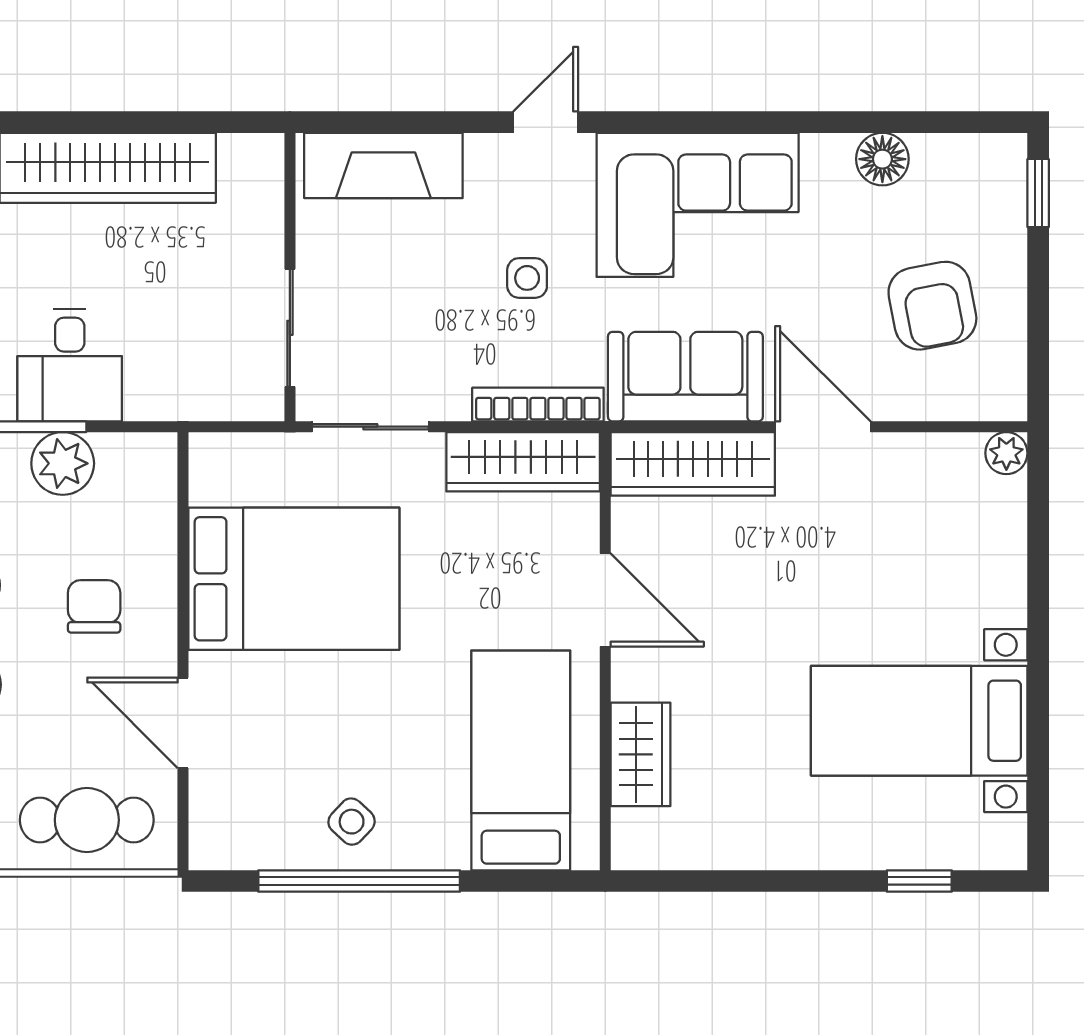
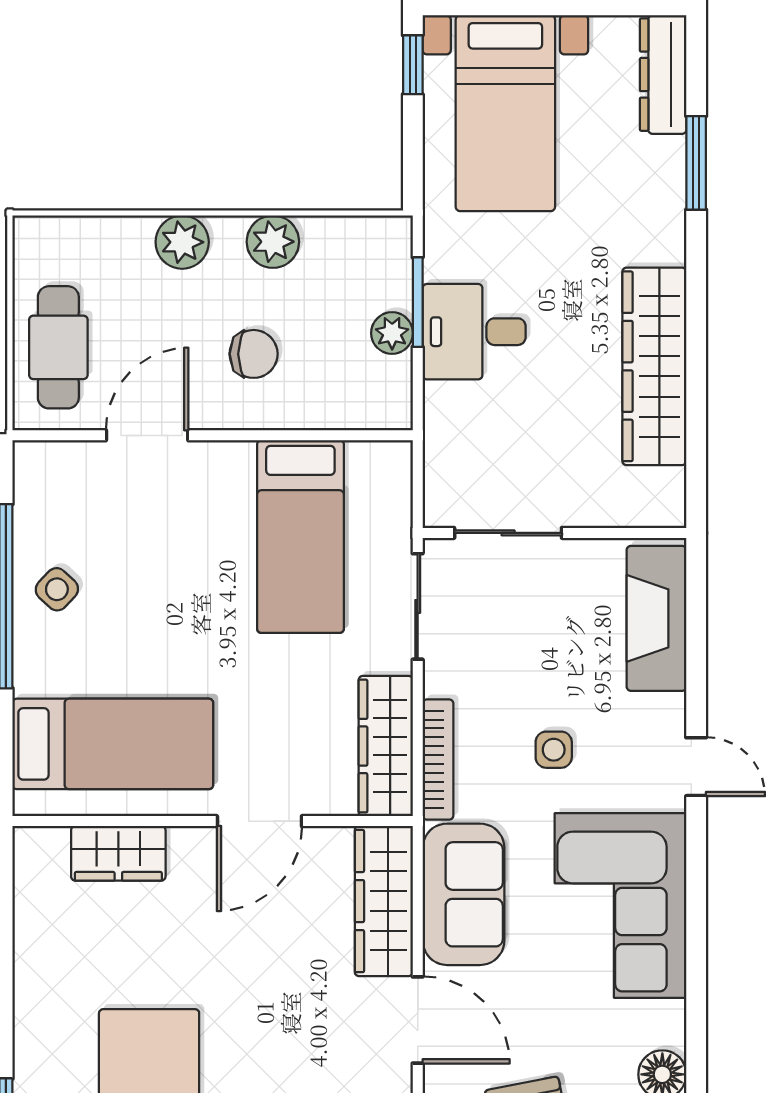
door: (823, 427) -> (418, 1020), hinge flipped
plant: (63, 463) -> (392, 333), width x0.73, depth x0.73
bed: (294, 579) -> (300, 537), width x0.67

